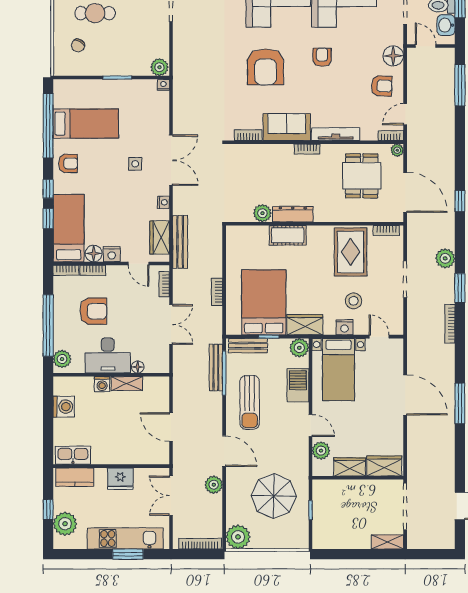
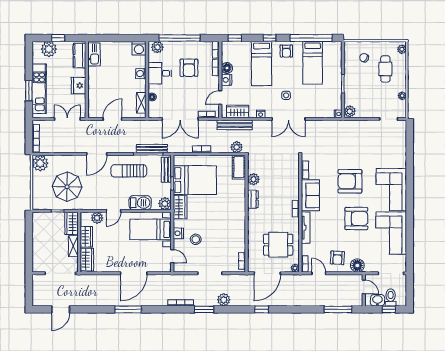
door: (426, 46) -> (364, 287), hinge flipped
armchair: (322, 57) -> (356, 219), width x1.88, depth x1.88
dresser: (293, 214) -> (253, 199), width x0.70
window: (48, 219) -> (235, 38), moved
bed: (69, 228) -> (262, 64), moved, turned 90
cot: (288, 235) -> (239, 167), moved
rug: (351, 252) -> (228, 237), removed
double door: (171, 325) -> (180, 119), width x1.37
door: (379, 337) -> (172, 256), hinge flipped
desk: (108, 355) -> (160, 73), width x0.73
shelving: (127, 384) -> (141, 103), moved
washing machine: (64, 407) -> (139, 48), moved
plant: (214, 485) -> (237, 147), moved
wardrobe: (329, 489) -> (71, 223), added
shelving: (387, 542) -> (73, 246), moved

